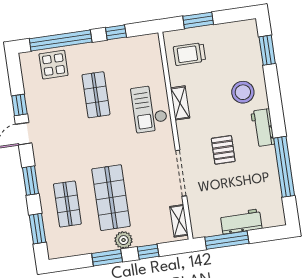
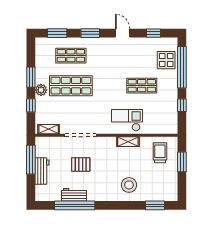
window: (19, 105) -> (153, 33), moved
workbench: (263, 128) -> (74, 195), moved
pallet: (223, 150) -> (81, 164), moved

